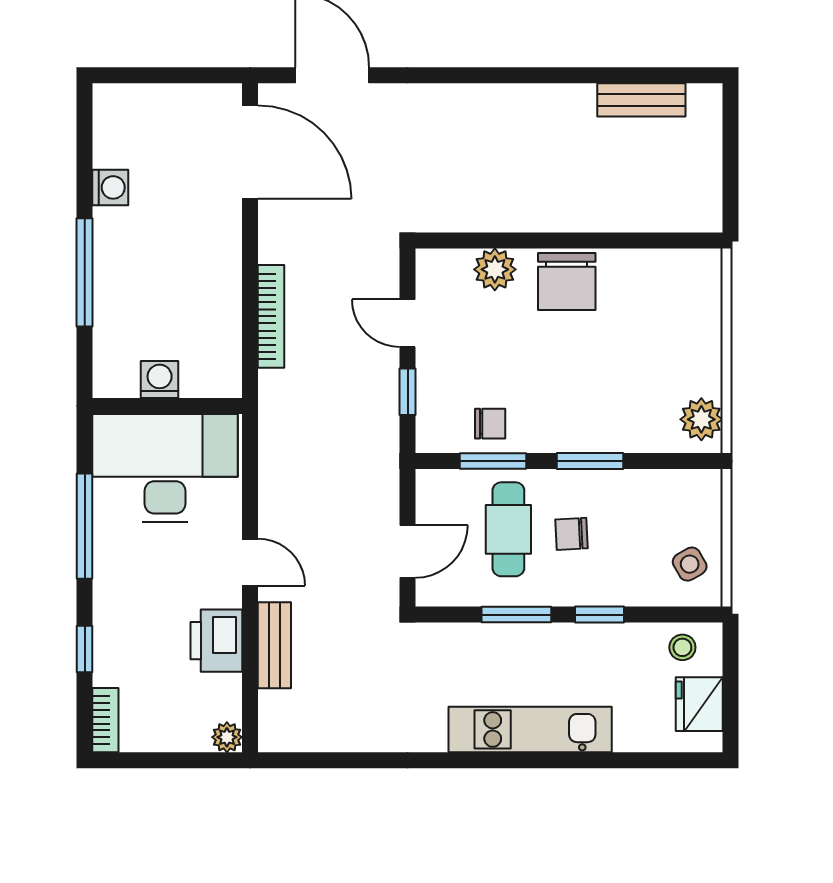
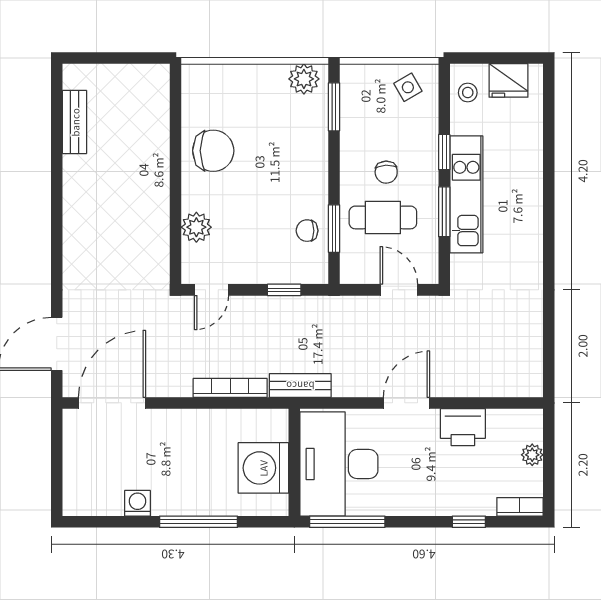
chair: (567, 281) -> (213, 151), moved
door: (408, 323) -> (211, 290), moved
washing machine: (160, 379) -> (263, 468), width x1.89, depth x1.89
chair: (490, 424) -> (307, 231), turned -90
window: (590, 461) -> (334, 107), moved
window: (85, 526) -> (347, 522), moved
door: (250, 562) -> (406, 403), width x1.38
bench: (274, 645) -> (300, 386), moved
kitchen unit: (530, 729) -> (466, 194), moved, turned 180
plant: (227, 737) -> (532, 455), moved

